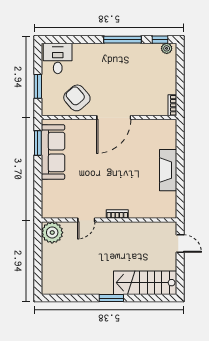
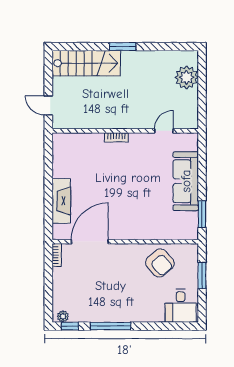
door: (114, 118) -> (90, 242), moved
sofa: (53, 152) -> (186, 181), moved
fireplace: (168, 170) -> (61, 201), moved
door: (86, 220) -> (164, 131), moved
plant: (52, 232) -> (187, 77), moved

